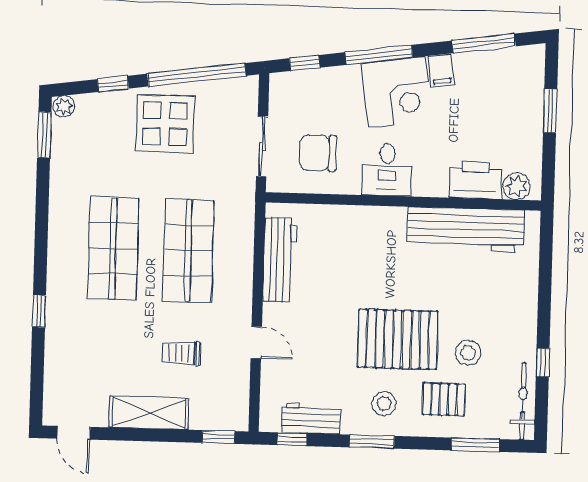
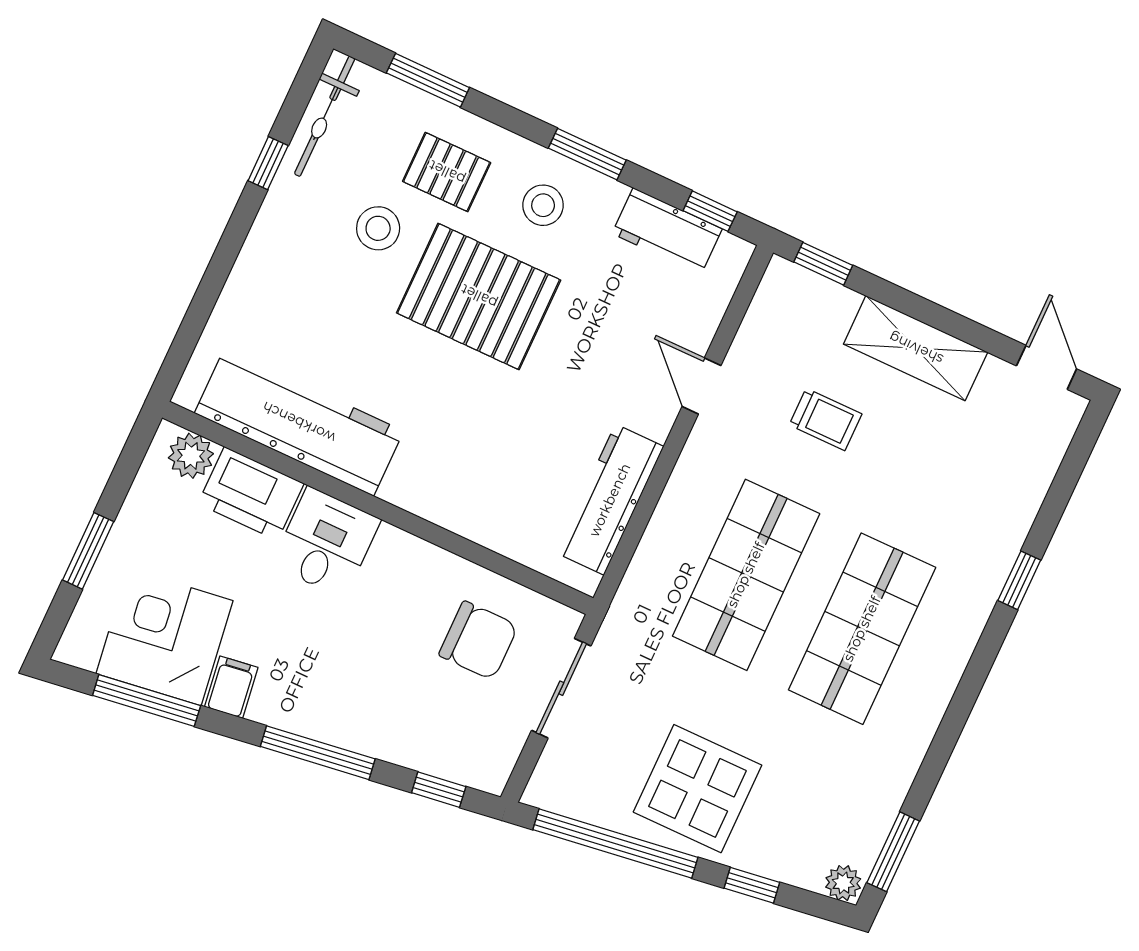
corner desk: (397, 92) -> (164, 637), moved
desk: (387, 170) -> (326, 542), moved

